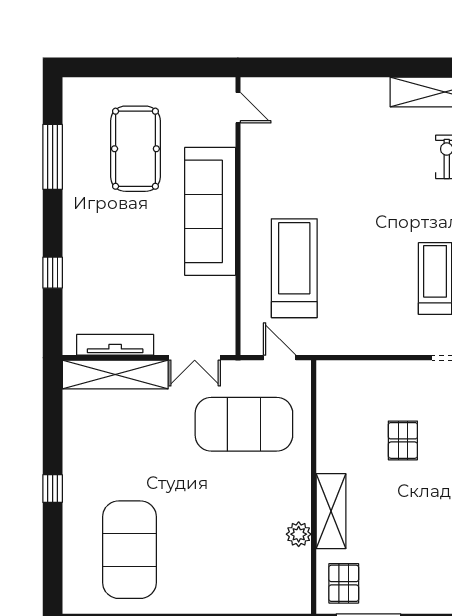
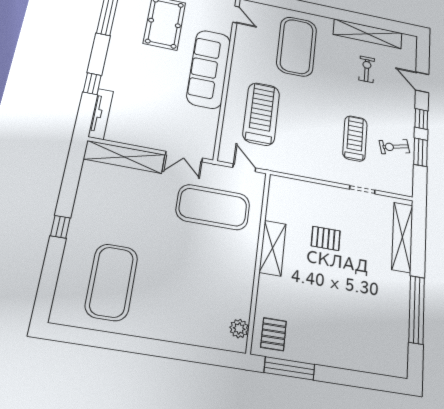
exercise mat: (336, 142) -> (297, 46), added
tv unit: (115, 345) -> (101, 114), moved, turned 90
pallet: (403, 440) -> (326, 238), turned 90
shelving: (331, 511) -> (273, 248), moved
plant: (299, 534) -> (239, 329), moved

